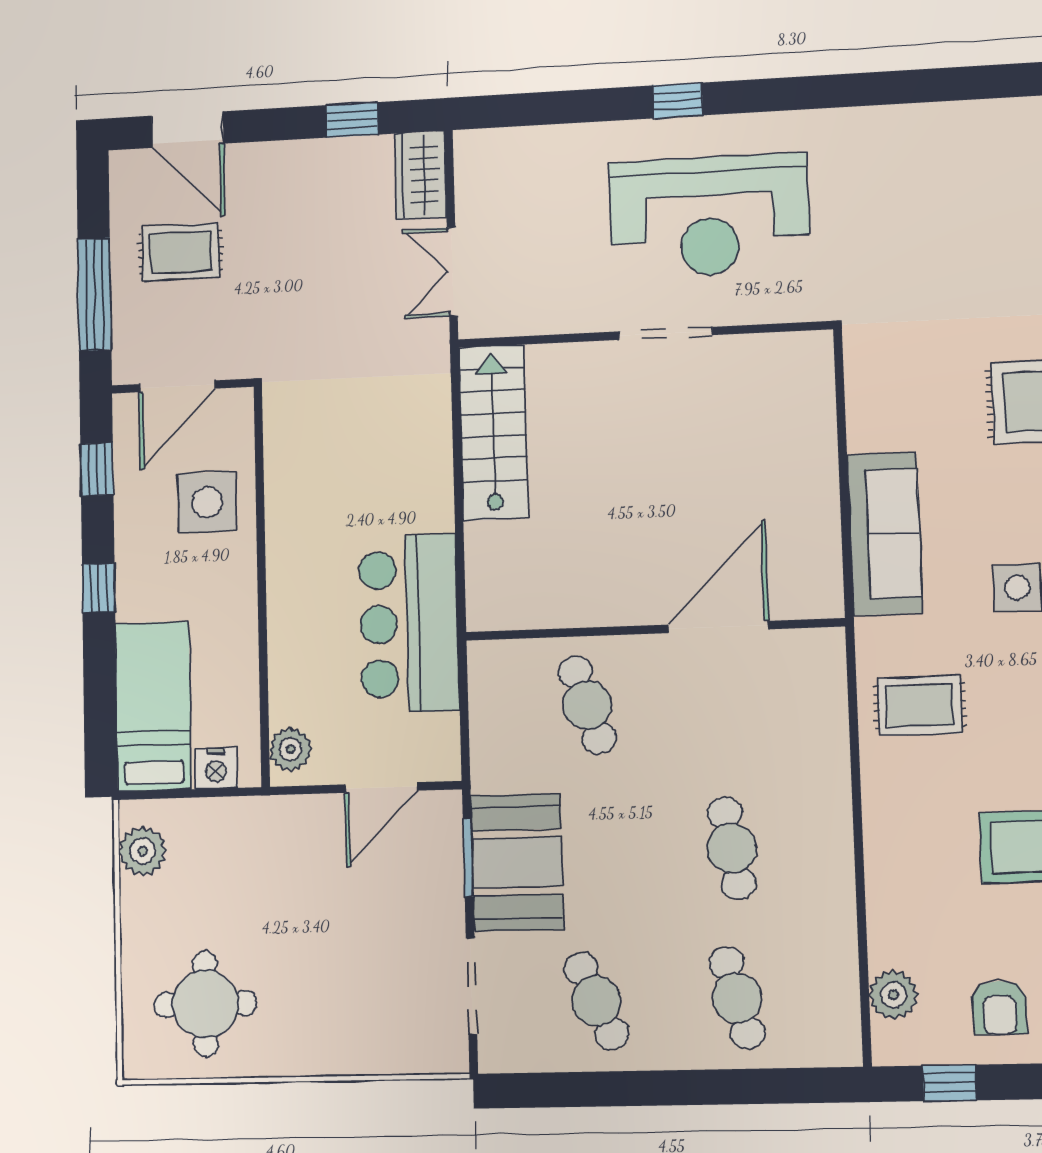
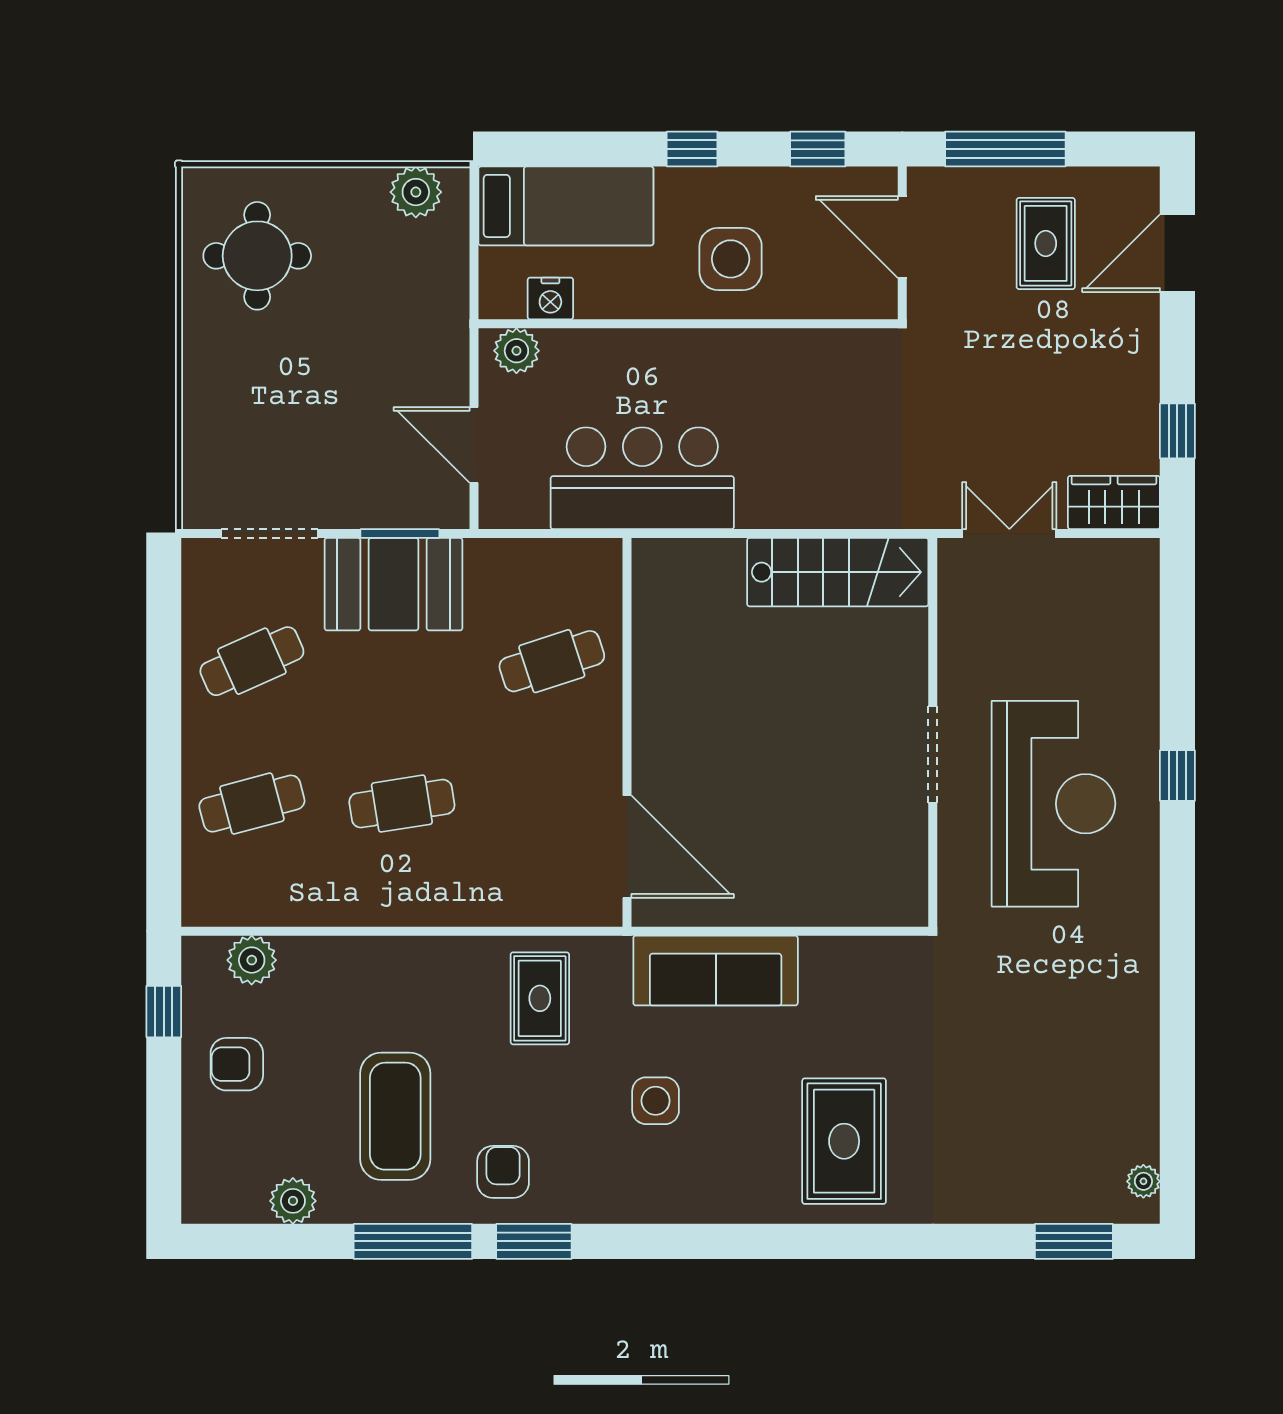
reception desk: (709, 216) -> (1053, 804), turned 180
side table: (207, 502) -> (731, 259), moved
door: (718, 627) -> (627, 847), moved
nightstand: (216, 768) -> (550, 299), moved, turned -90

